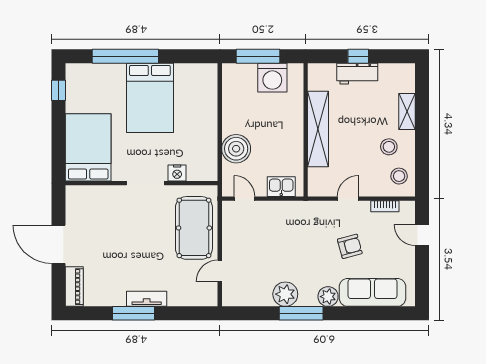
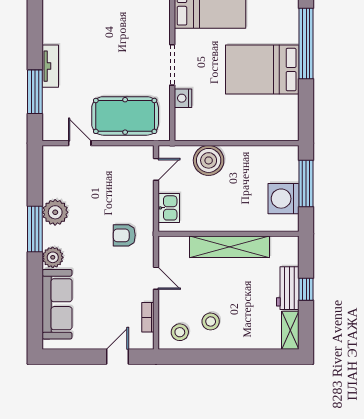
shelving: (407, 112) -> (290, 330), moved, turned 90
armchair: (350, 246) -> (124, 235), moved, turned 105
window: (133, 313) -> (35, 92), moved

